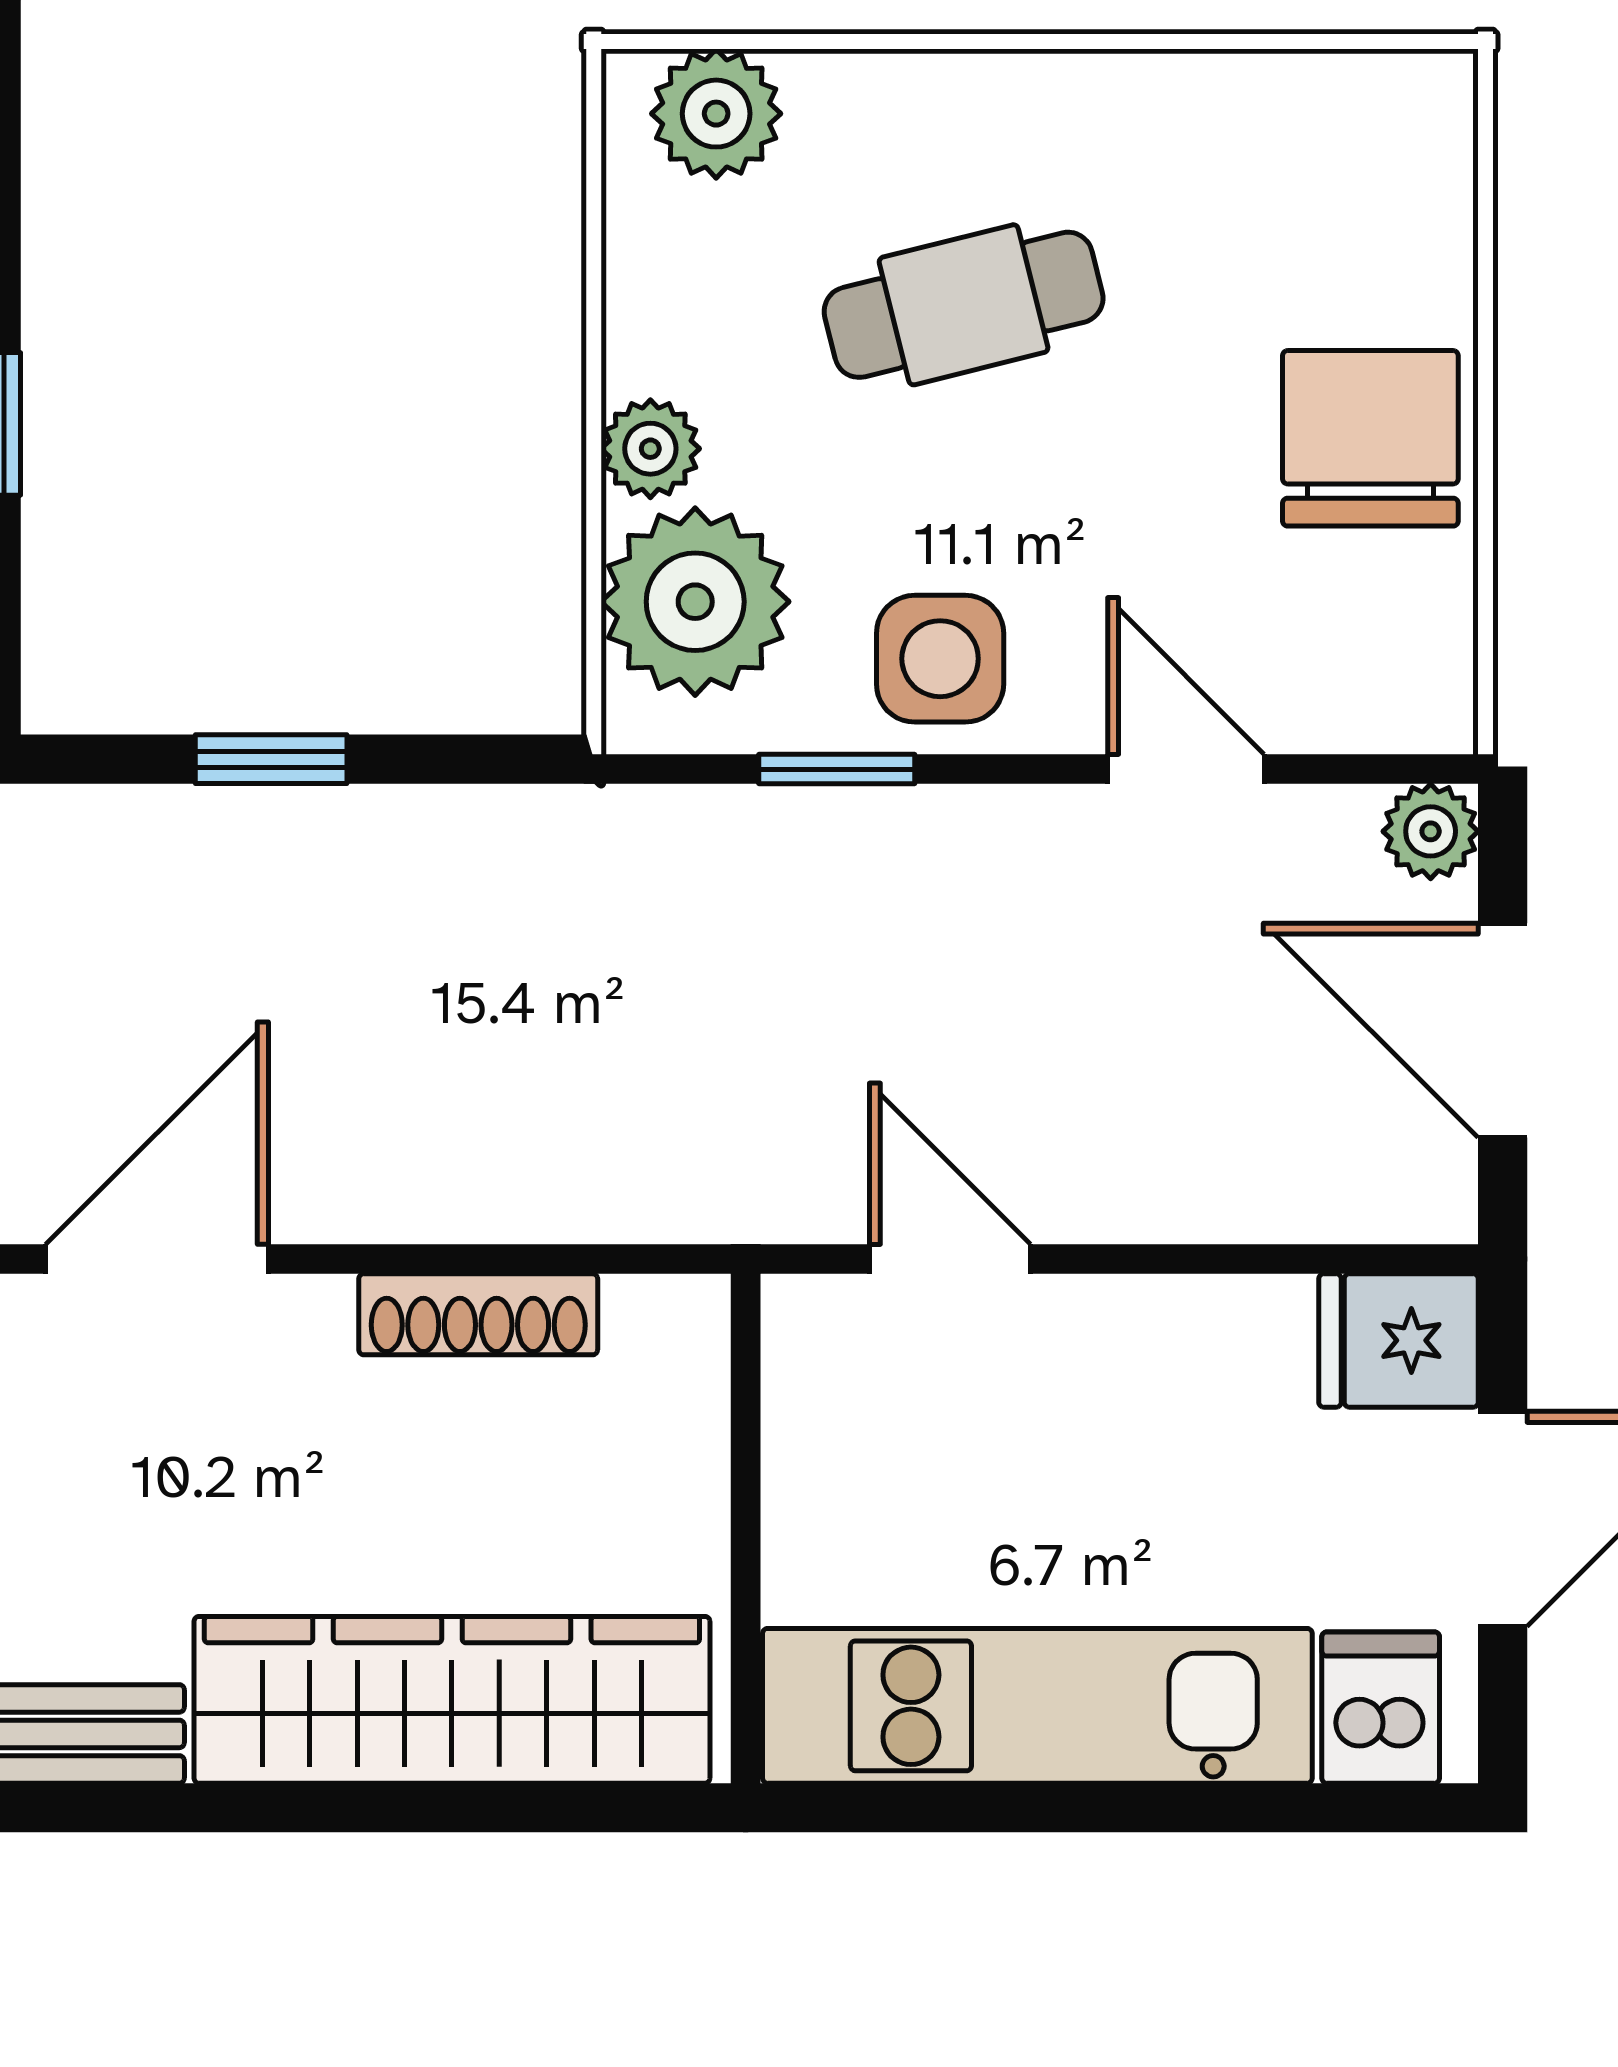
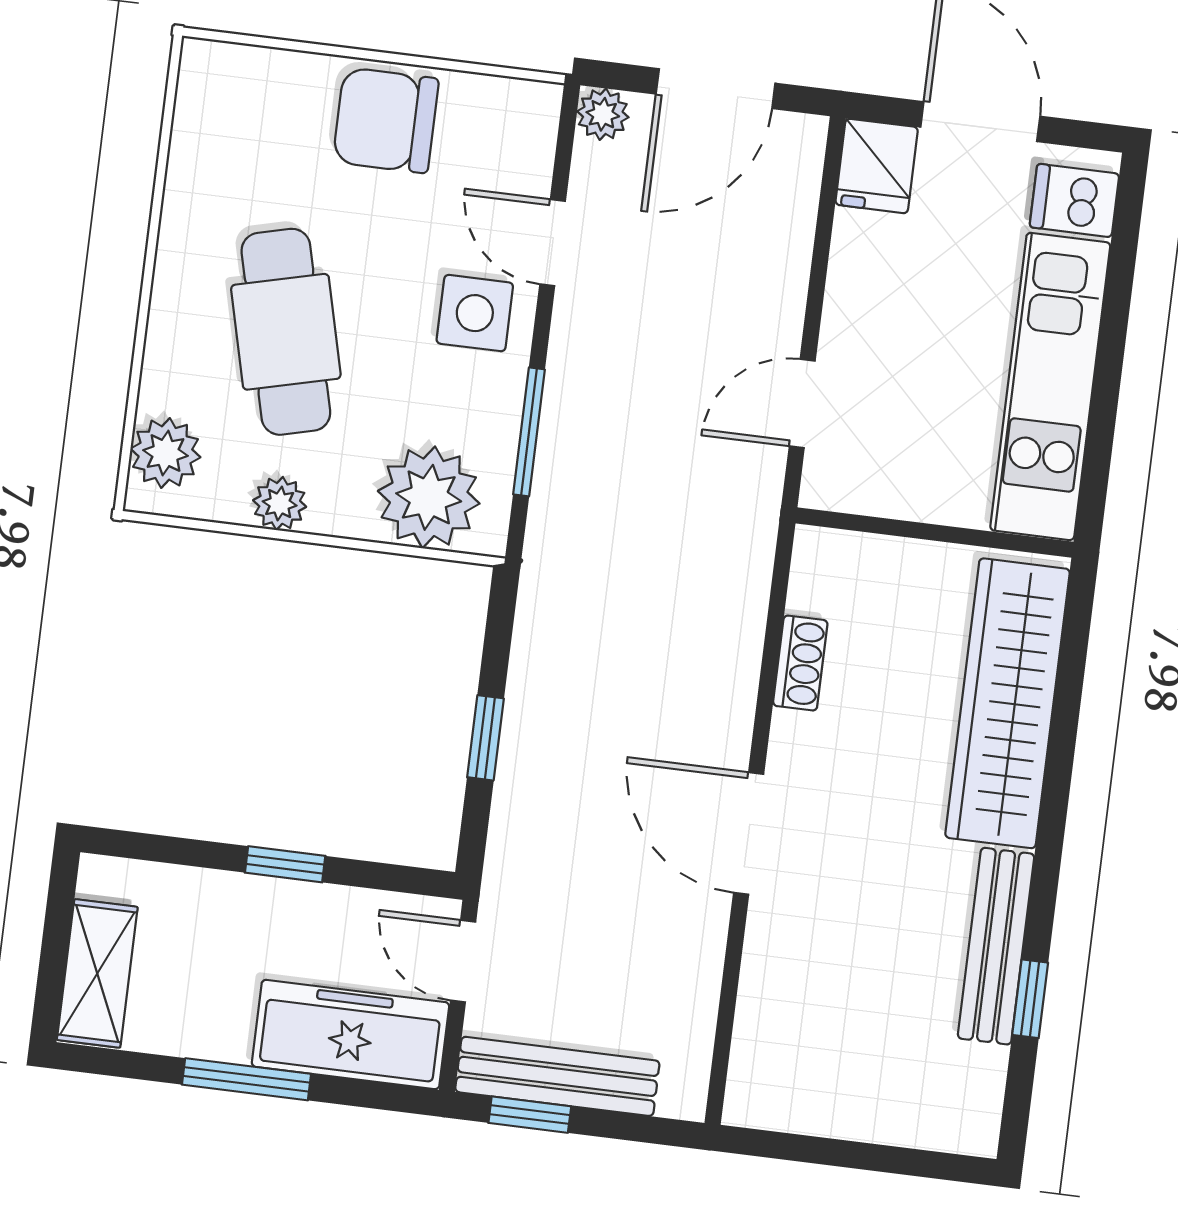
cafe table: (964, 305) -> (286, 332), width x1.37, depth x1.35
plant: (650, 449) -> (280, 503), moved
side table: (940, 659) -> (475, 313), moved
window: (837, 769) -> (529, 432), width x1.50
door: (1186, 769) -> (553, 243), hinge flipped
shoe rack: (478, 1314) -> (800, 663), width x0.70

